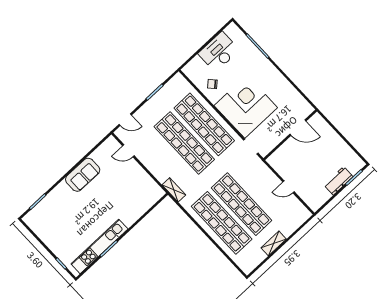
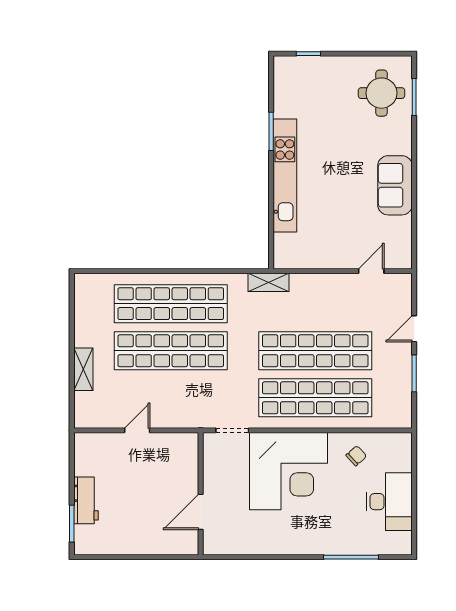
door: (125, 120) -> (414, 329), moved
round table: (49, 217) -> (381, 93), added
shelving: (274, 243) -> (83, 369), moved
kitchen unit: (99, 246) -> (285, 175), moved

